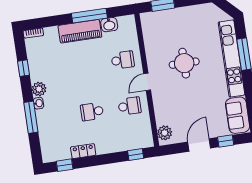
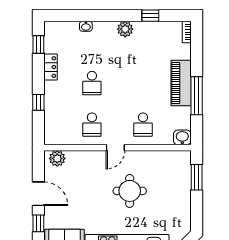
washbasin: (109, 25) -> (182, 137), moved, turned 90
door: (147, 82) -> (115, 148), swing flipped
washbasin: (39, 103) -> (86, 26), moved
school desk: (92, 112) -> (92, 83), turned 180
window: (31, 117) -> (96, 16), removed
window: (136, 155) -> (38, 102), moved

